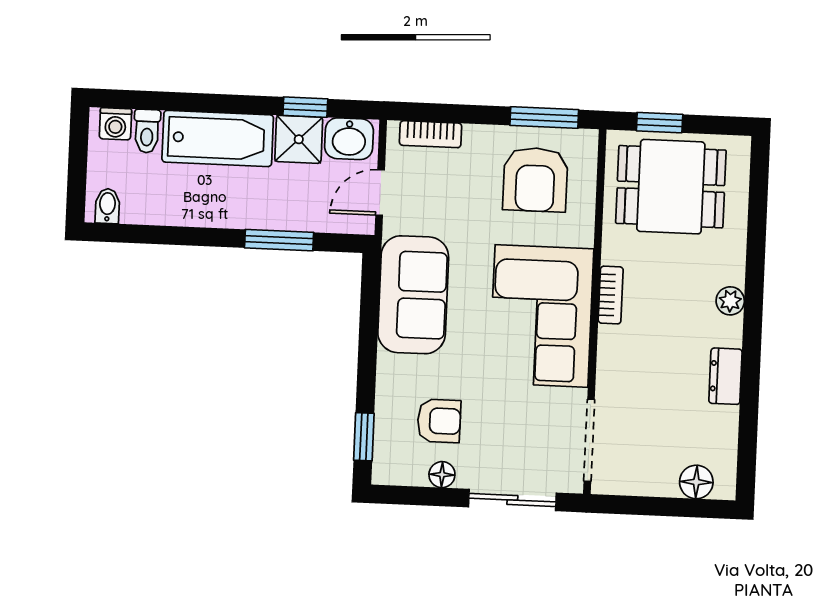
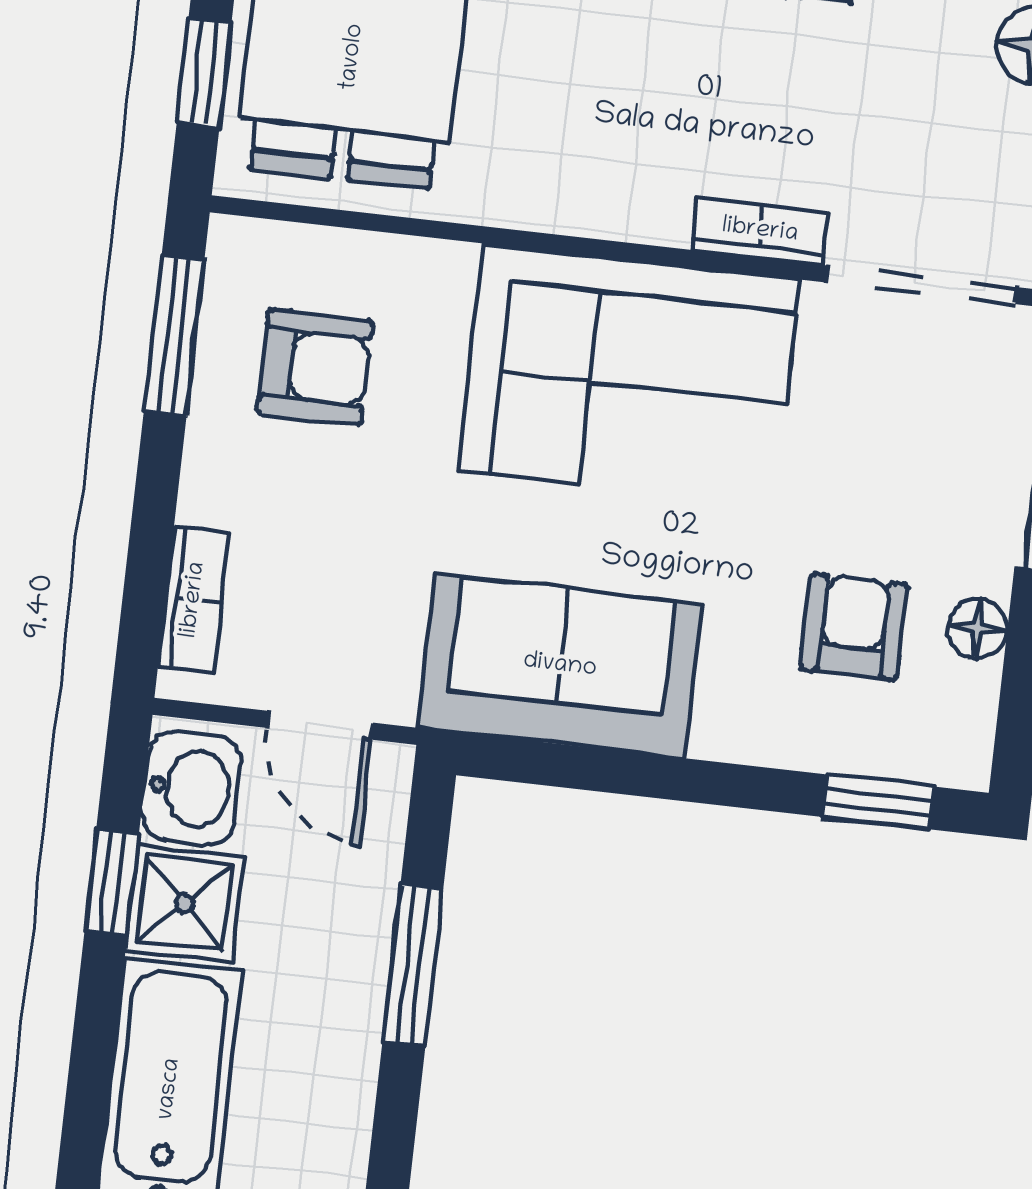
armchair: (535, 180) -> (315, 367), width x0.72, depth x0.72
bookcase: (611, 295) -> (760, 231), moved

